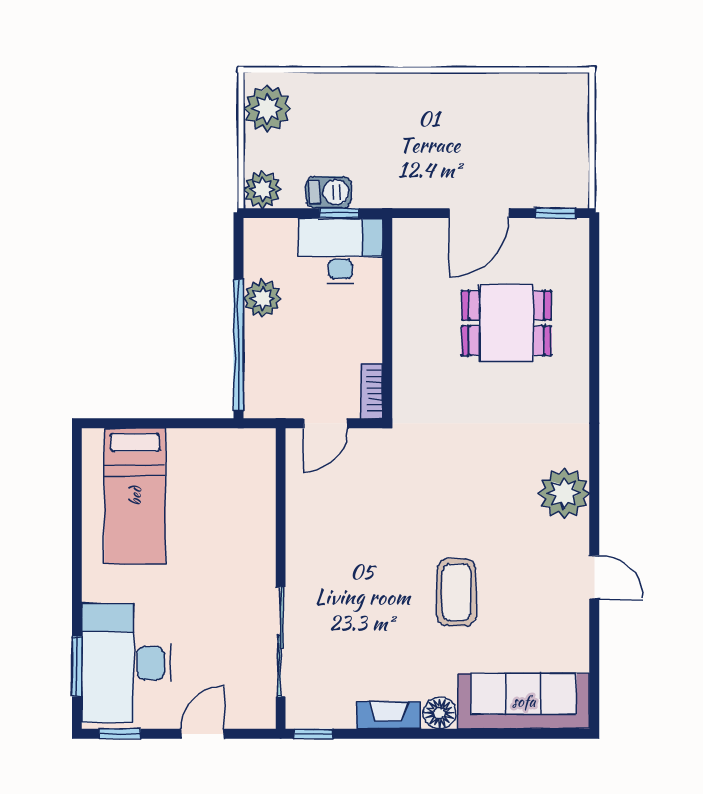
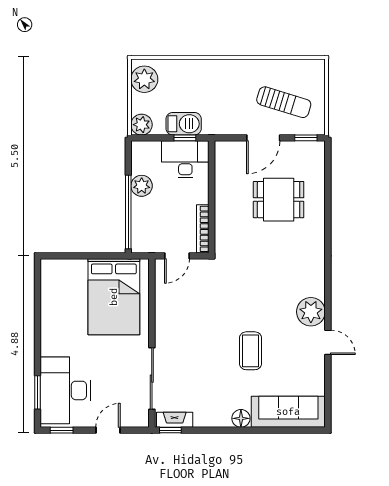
sun lounger: (516, 149) -> (284, 102), added
barbecue: (329, 192) -> (184, 124), width x1.38, depth x1.27
bookcase: (371, 391) -> (203, 229), width x1.56
plant: (564, 493) -> (311, 312), moved
bed: (135, 496) -> (114, 297), moved, width x1.50
fireplace: (389, 715) -> (175, 420), moved

